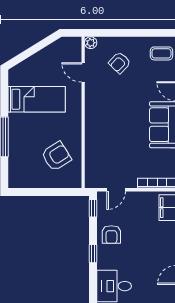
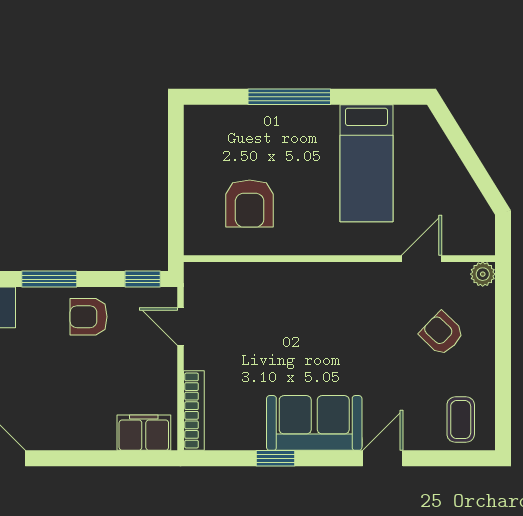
armchair: (56, 156) -> (250, 204), turned 32
window: (93, 254) -> (49, 279), width x1.50

